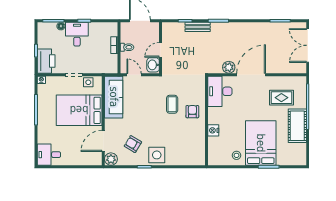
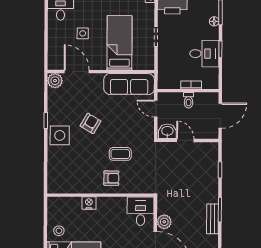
bench: (198, 27) -> (212, 219), moved
desk: (77, 34) -> (204, 54), moved
door: (134, 75) -> (156, 109), swing flipped
side table: (88, 82) -> (83, 33), moved
desk: (220, 91) -> (141, 211), width x0.73
bed: (79, 110) -> (120, 43), width x0.67
armchair: (133, 144) -> (90, 123), moved

